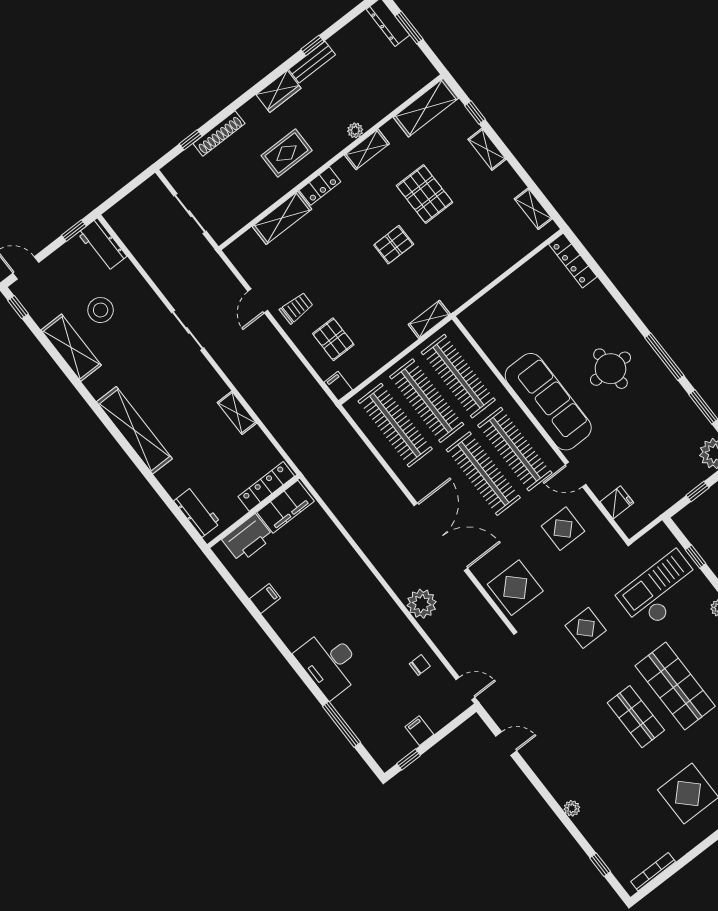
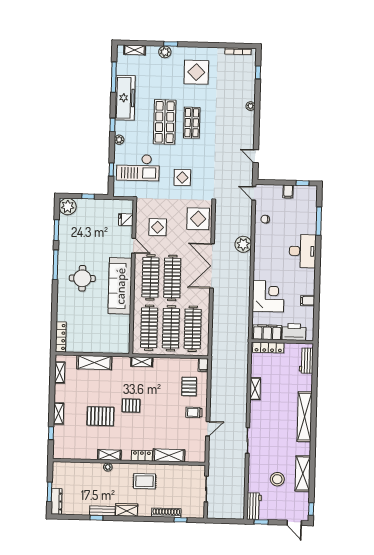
shelving: (426, 108) -> (94, 363), moved
pallet: (425, 194) -> (100, 416), turned 90
corner desk: (326, 559) -> (268, 296), added

